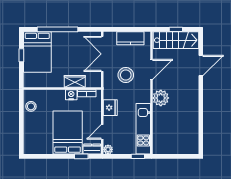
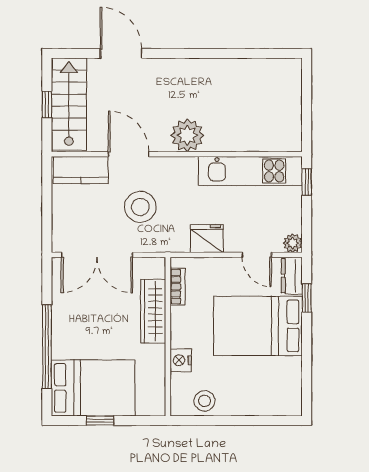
kitchen counter: (130, 38) -> (81, 170), moved, turned 90
wardrobe: (75, 81) -> (153, 311), width x1.50
nightstand: (71, 95) -> (181, 360), moved

